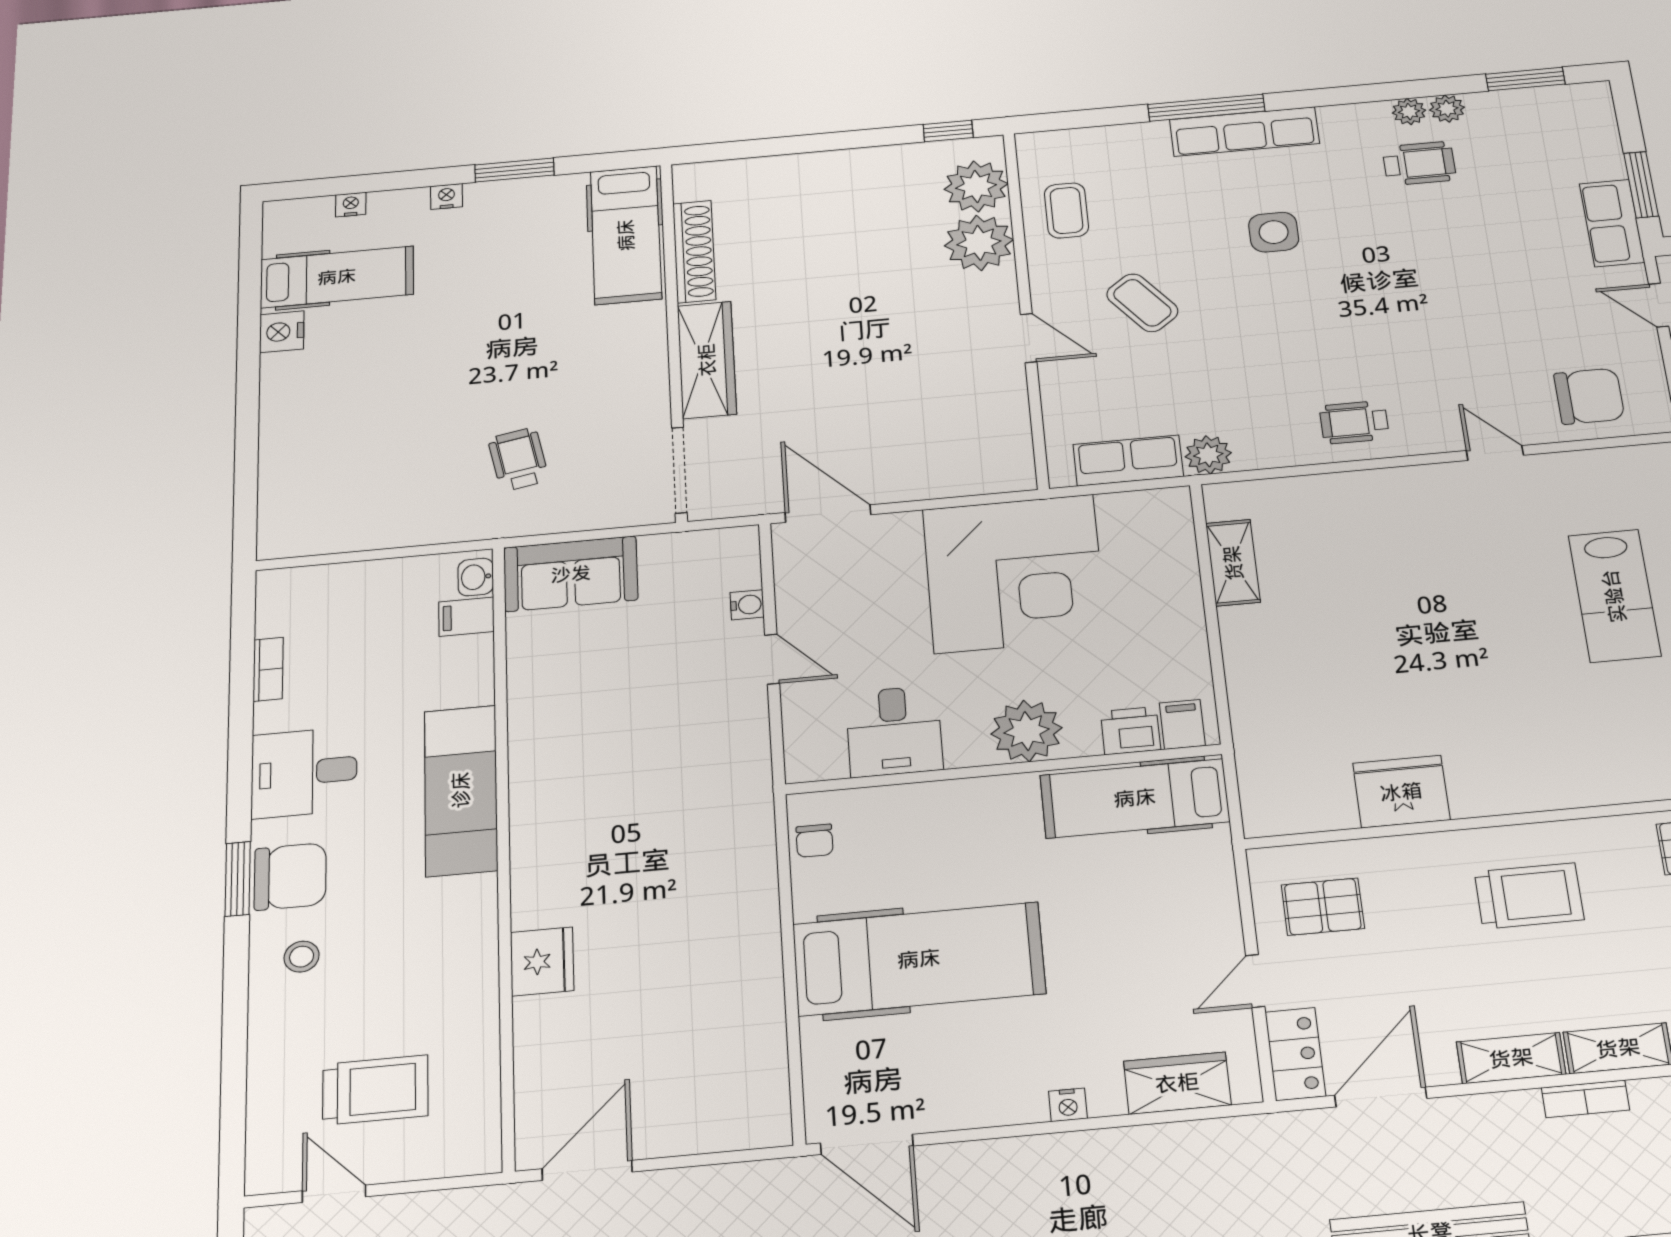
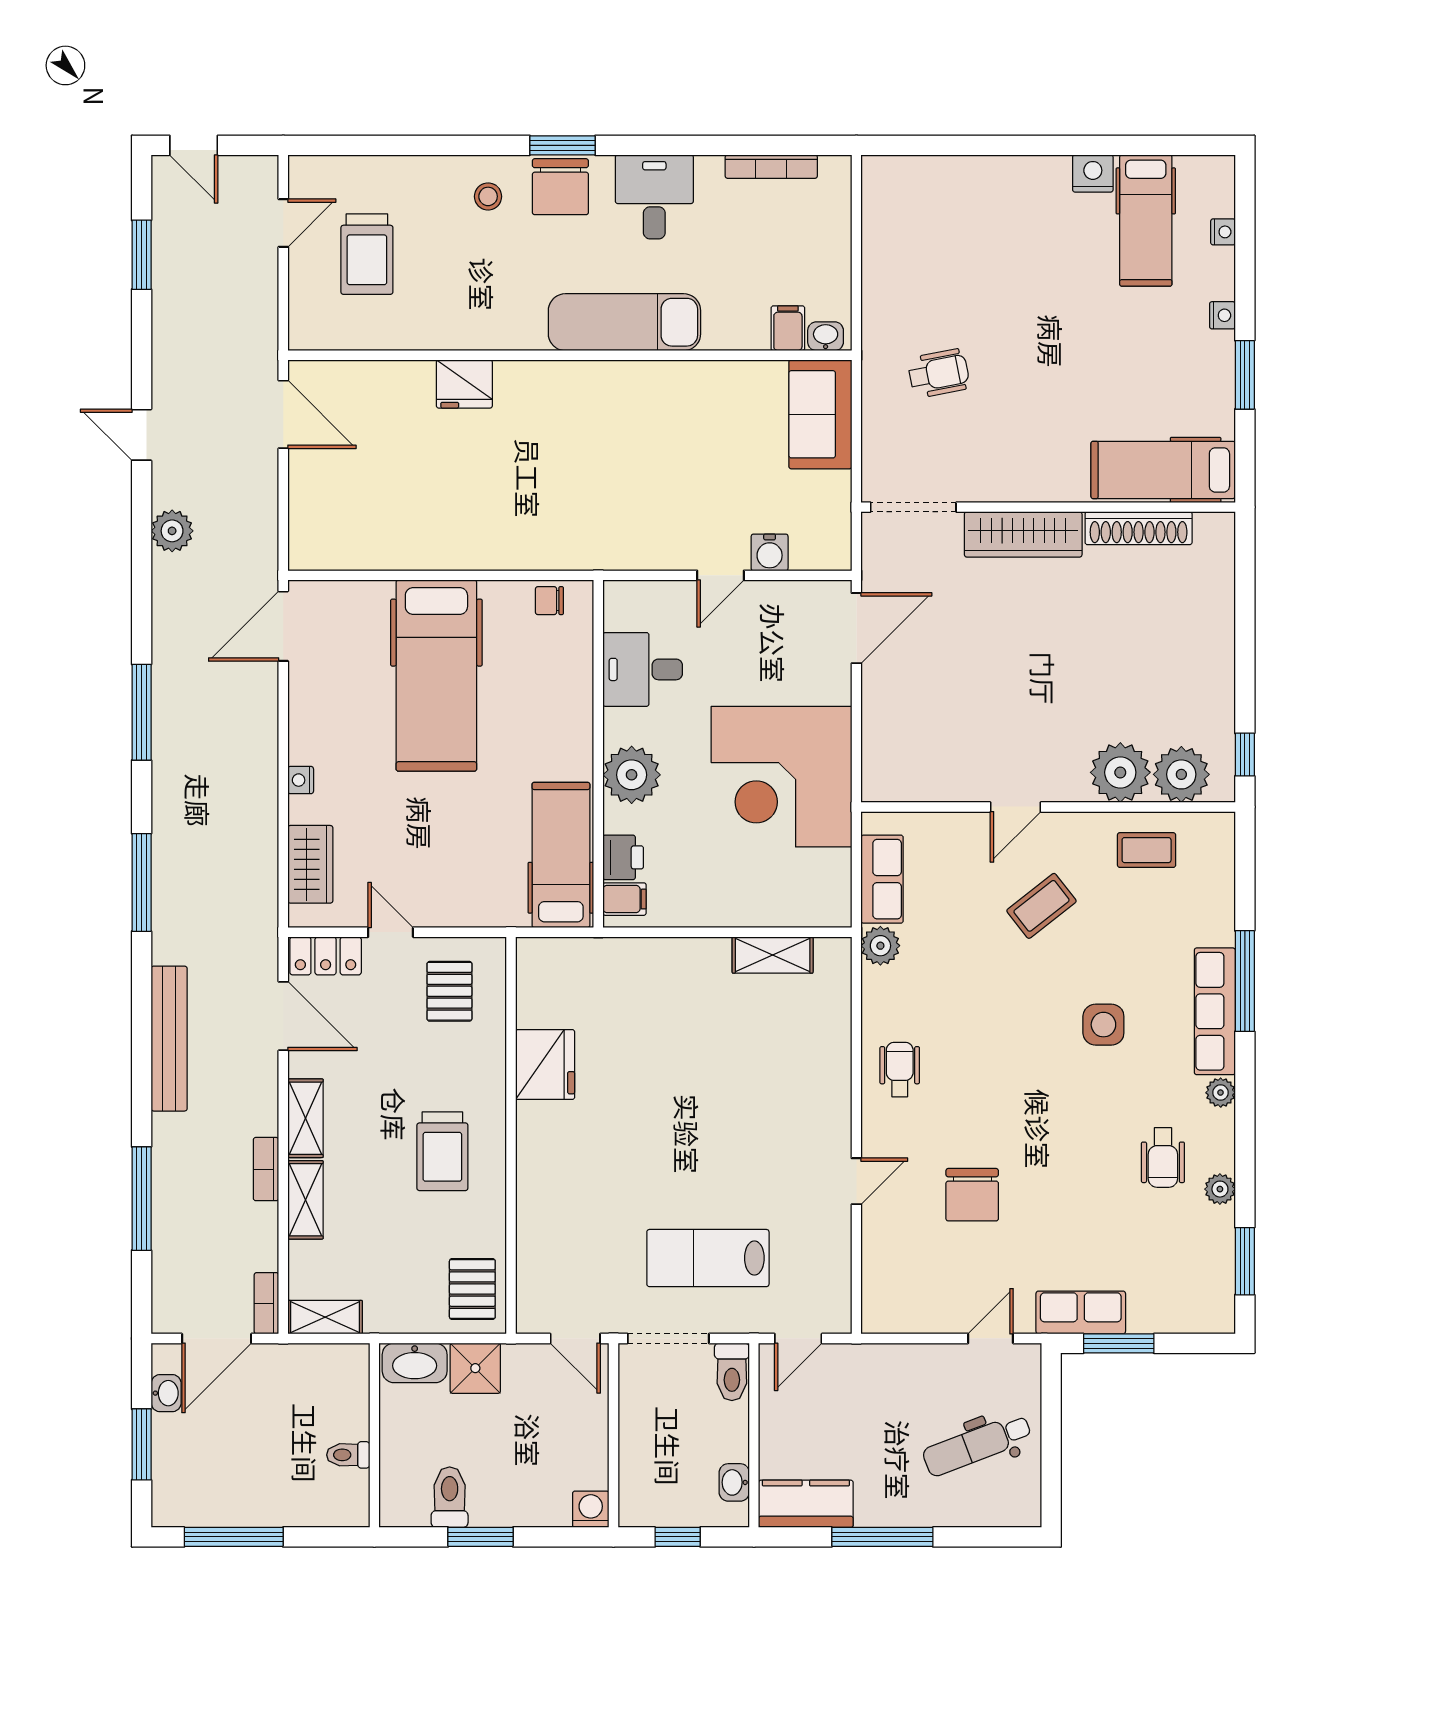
plant: (1409, 112) -> (1221, 1093), moved
chair: (1589, 396) -> (972, 1195), moved
water cooler: (747, 605) -> (770, 552), width x1.38, depth x1.38
bookcase: (268, 669) -> (771, 167), width x1.56

